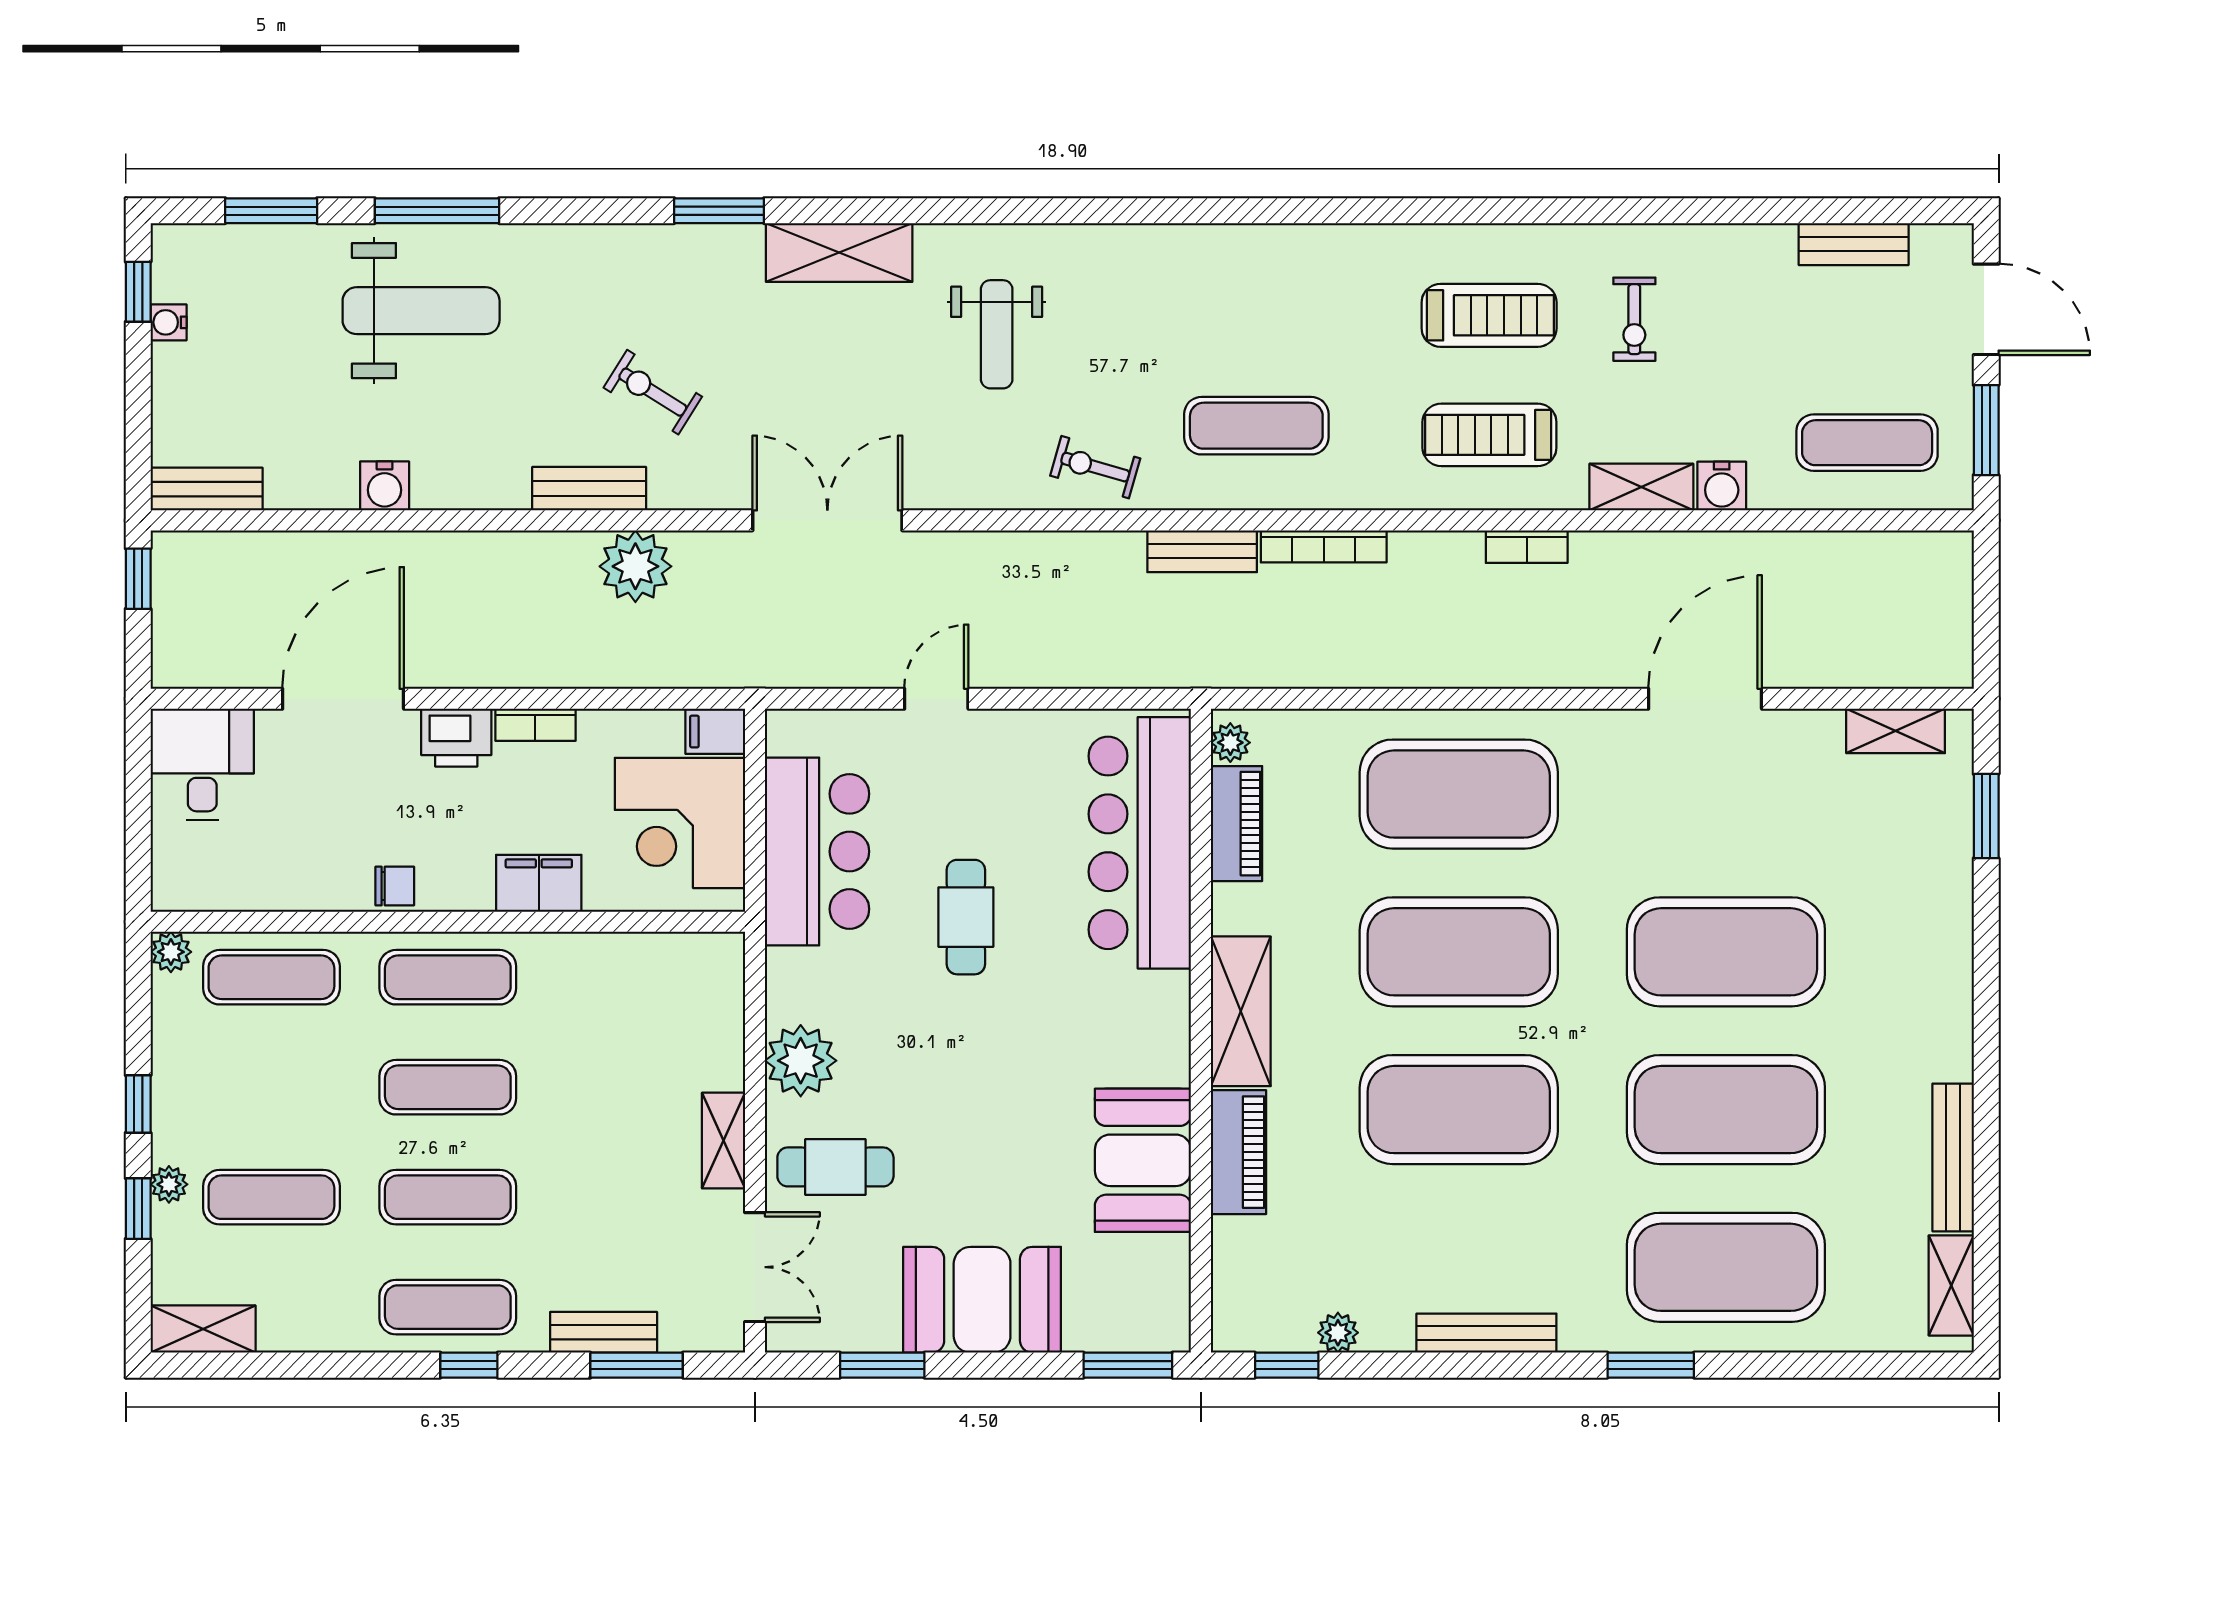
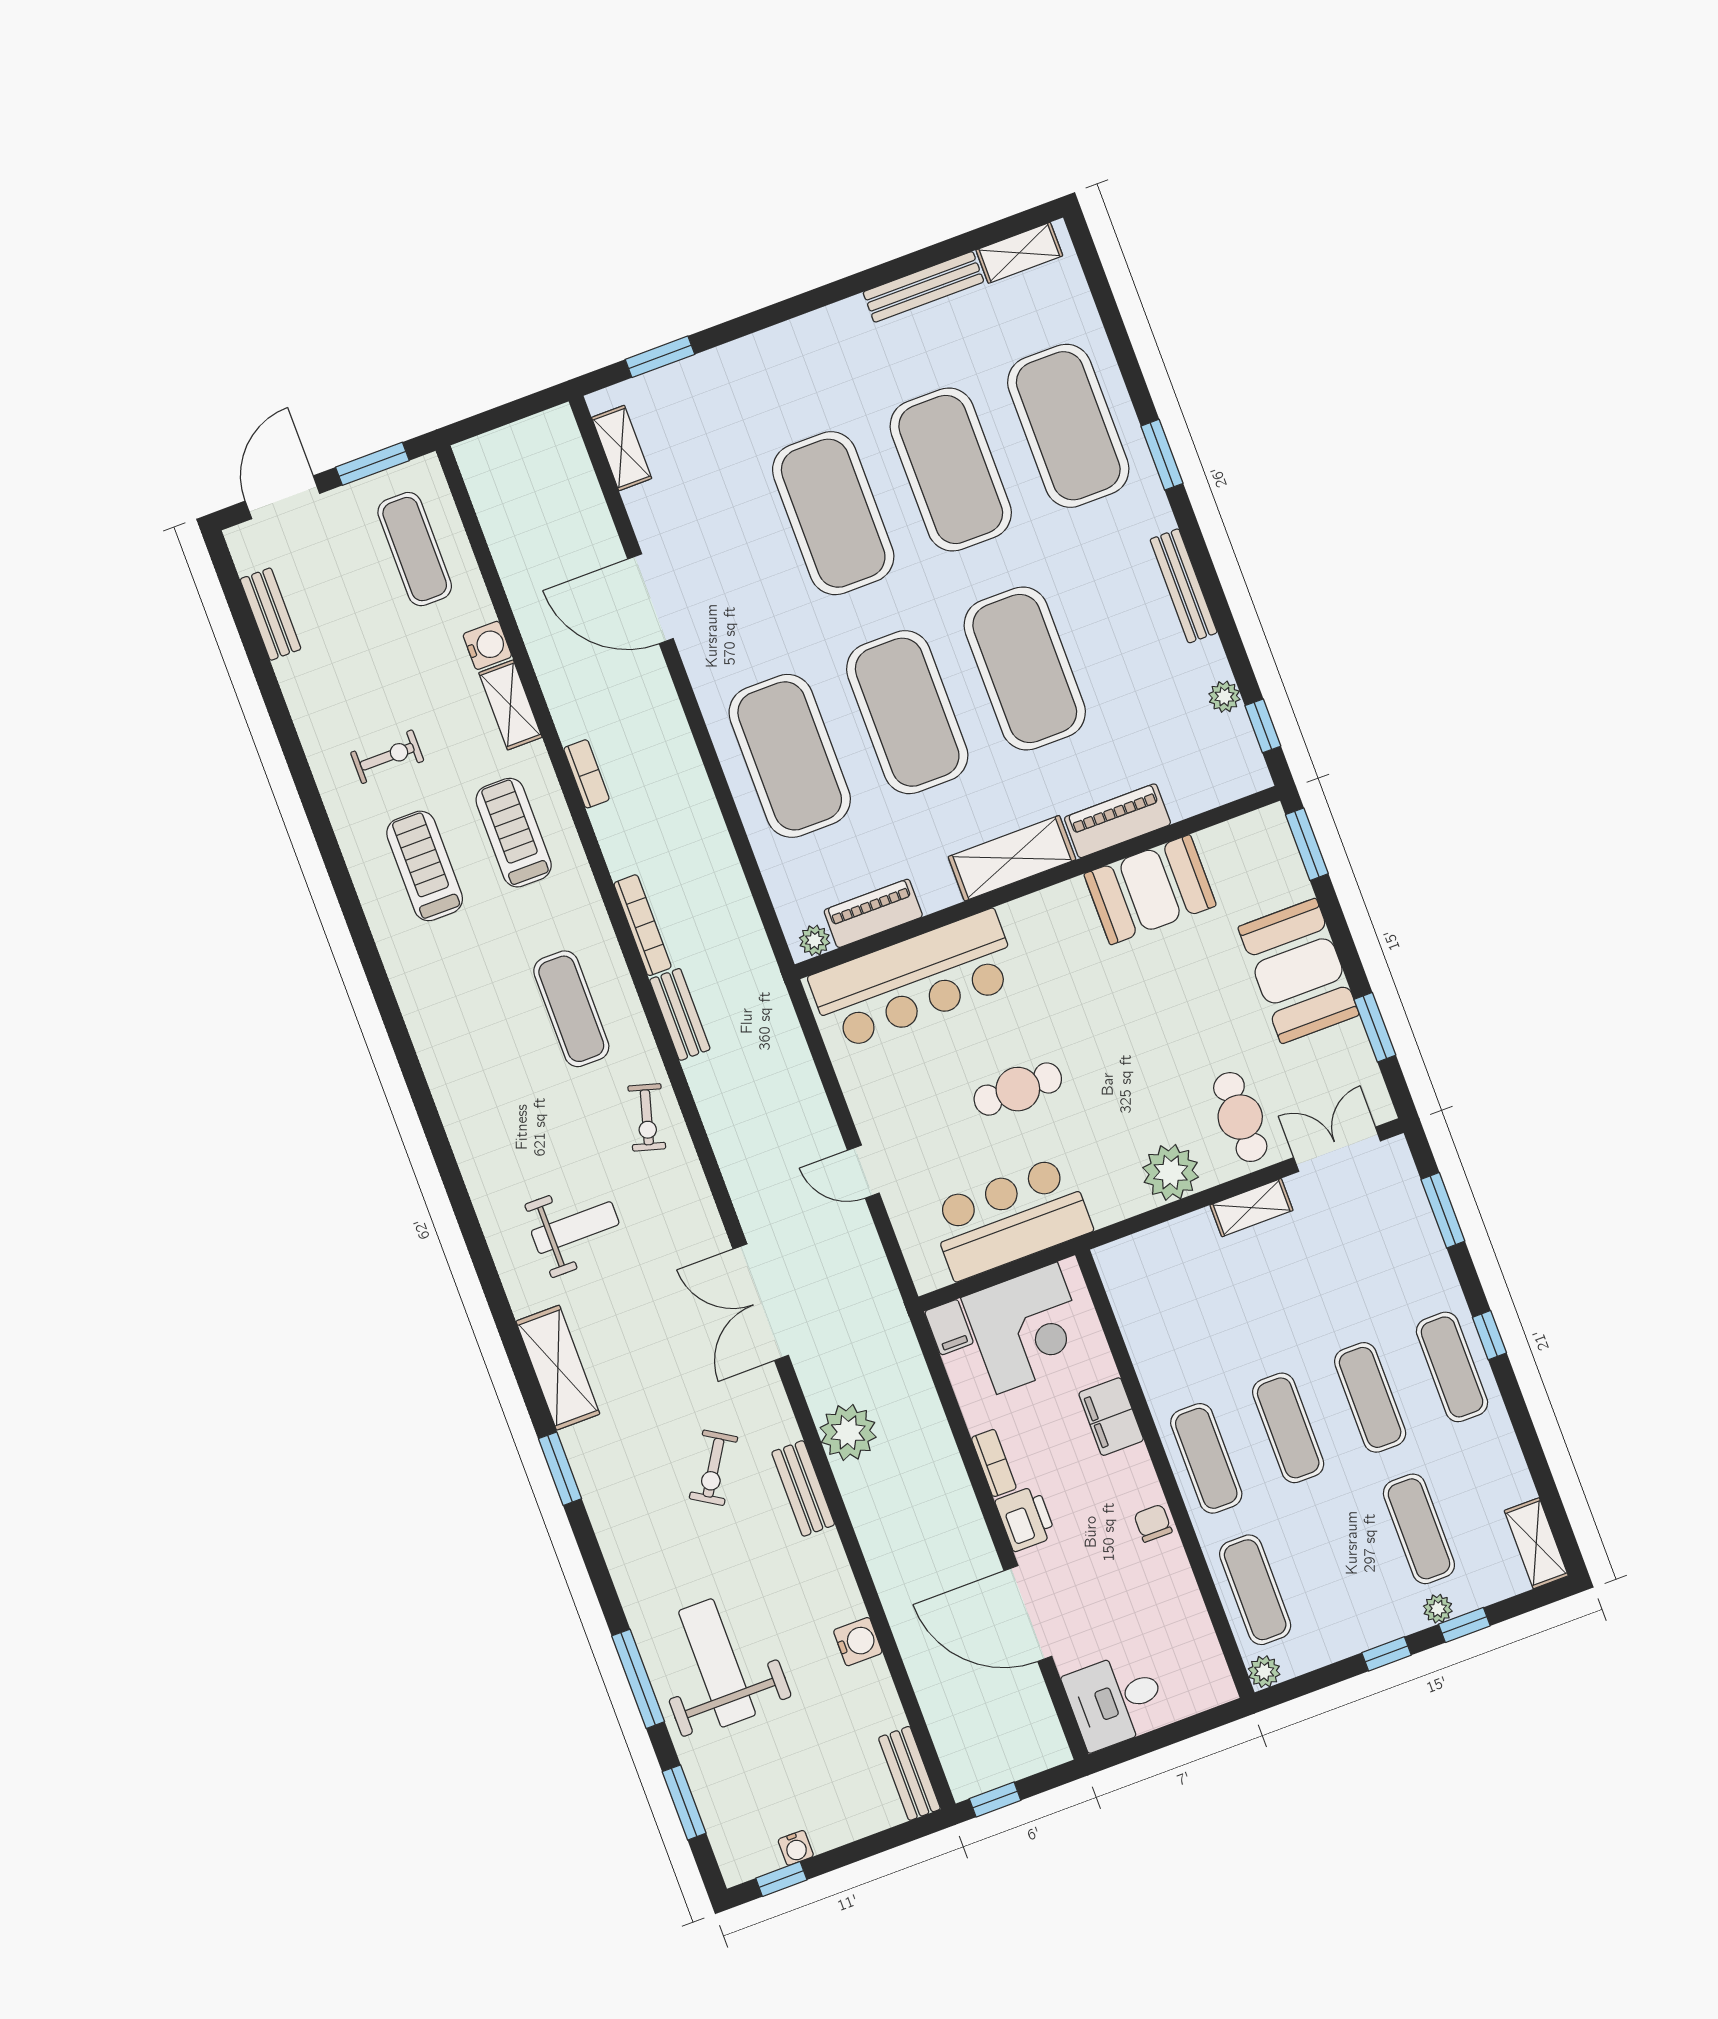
treadmill: (1489, 435) -> (514, 833), turned 180
bench: (604, 1332) -> (1428, 1244), removed

